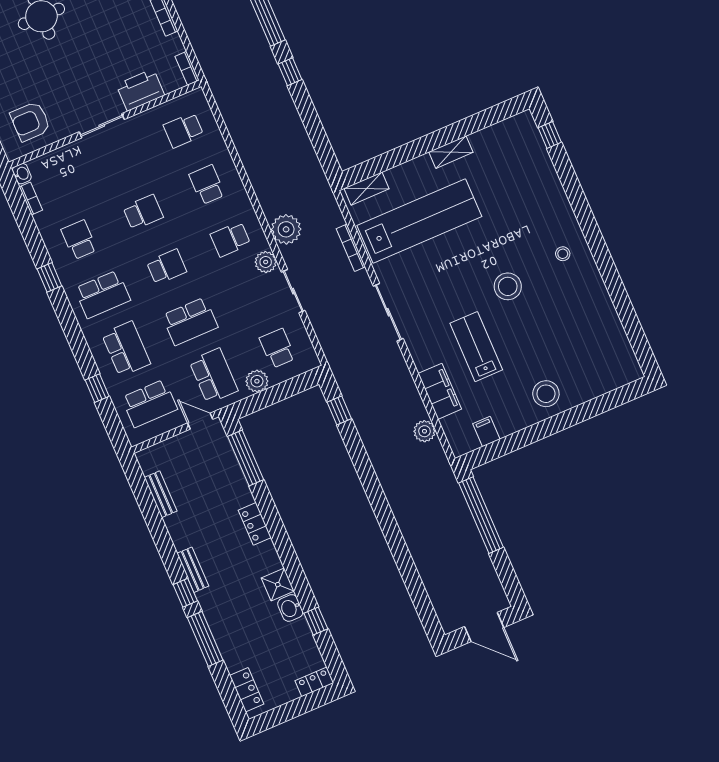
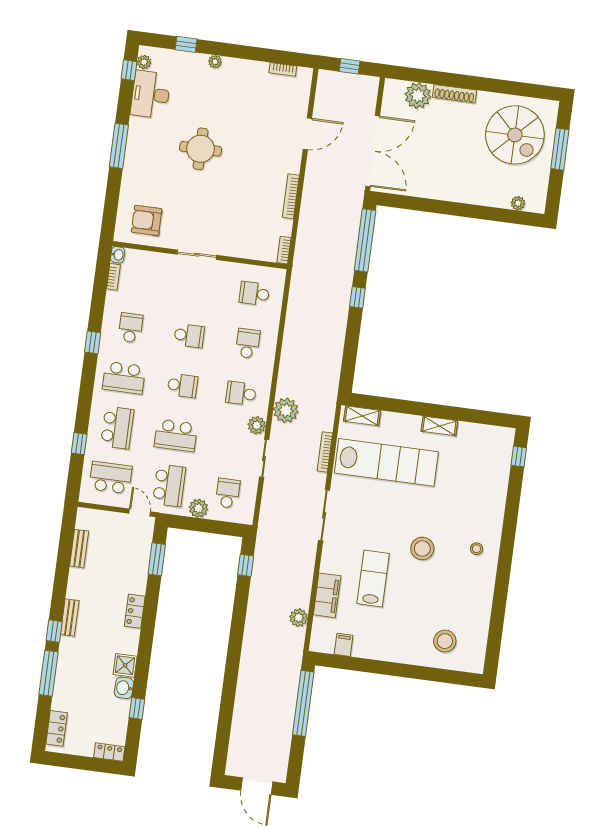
printer: (140, 90) -> (241, 245), removed
stool: (546, 394) -> (445, 641), moved
school desk: (149, 403) -> (111, 478), turned 180
window: (246, 458) -> (157, 559), width x0.69

